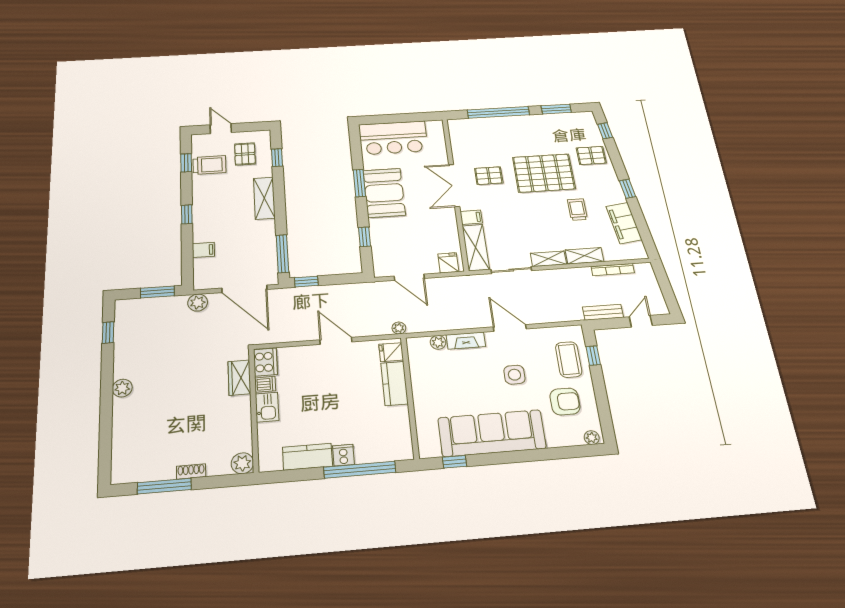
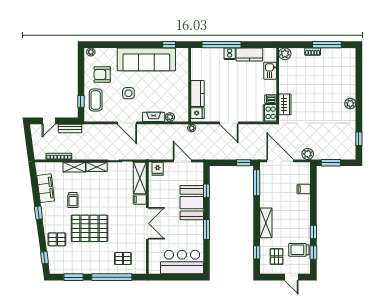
pallet: (489, 176) -> (123, 259), moved
booth: (384, 193) -> (192, 203), moved
window: (187, 214) -> (313, 232), moved
kitchen sink: (267, 407) -> (270, 71), moved

